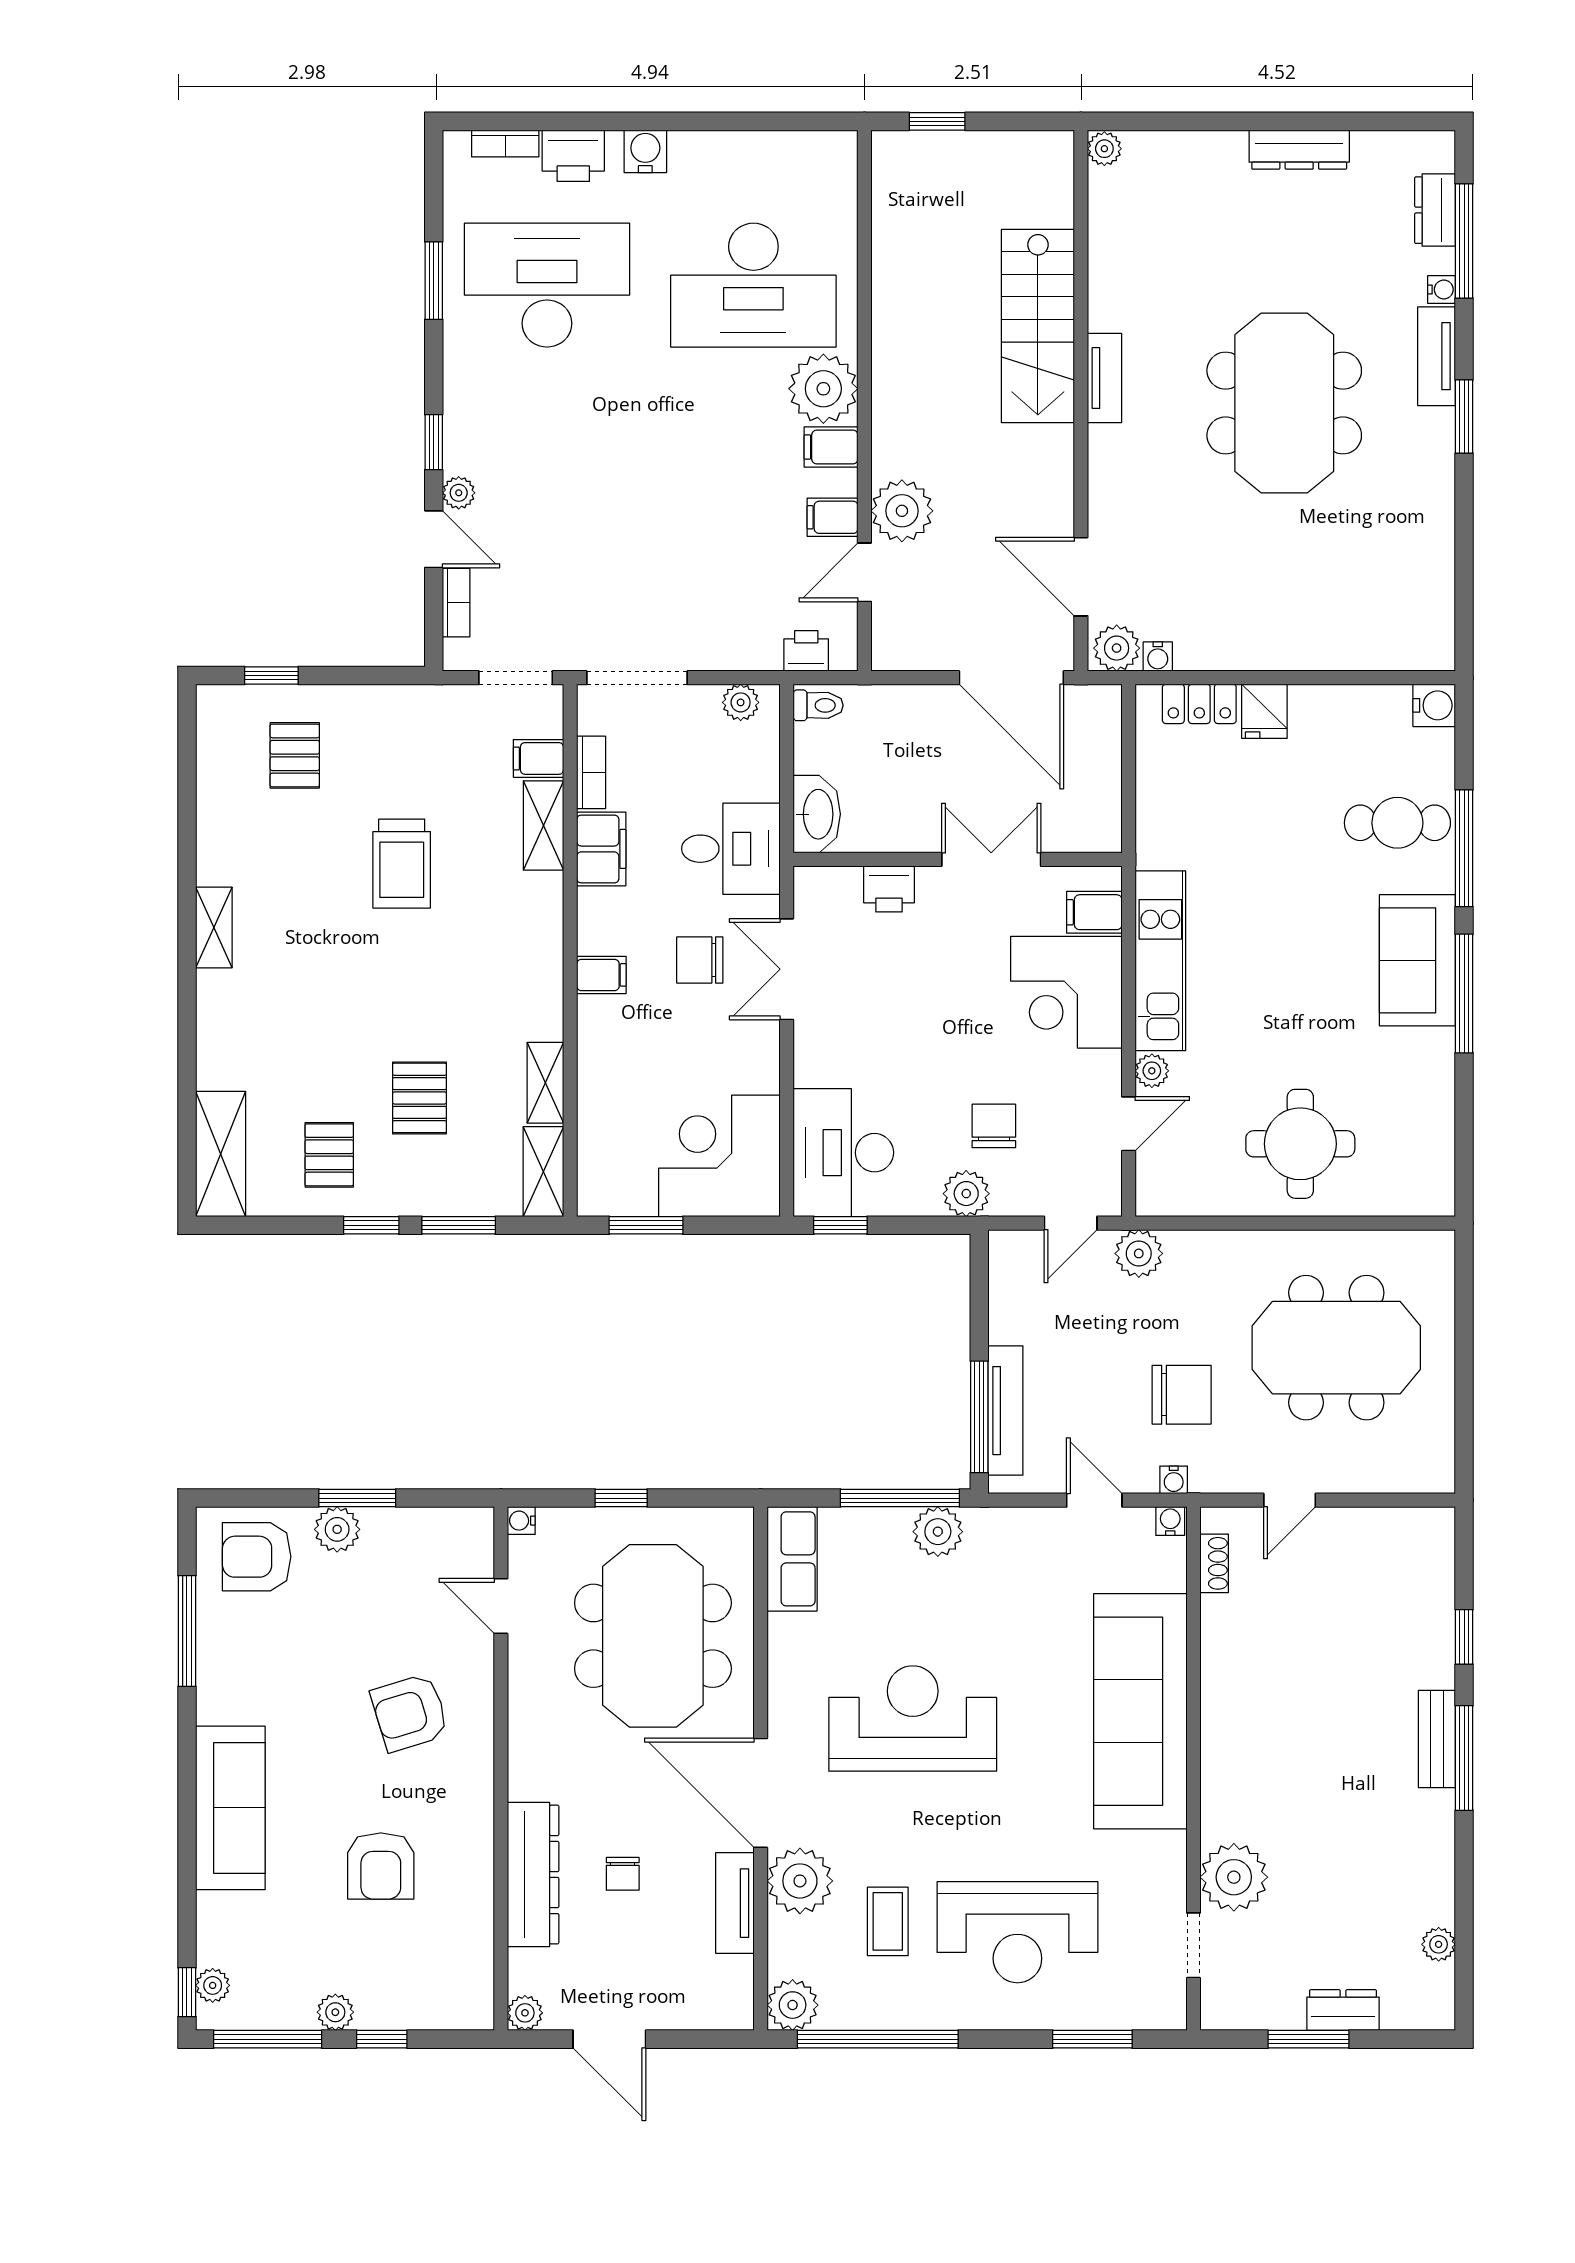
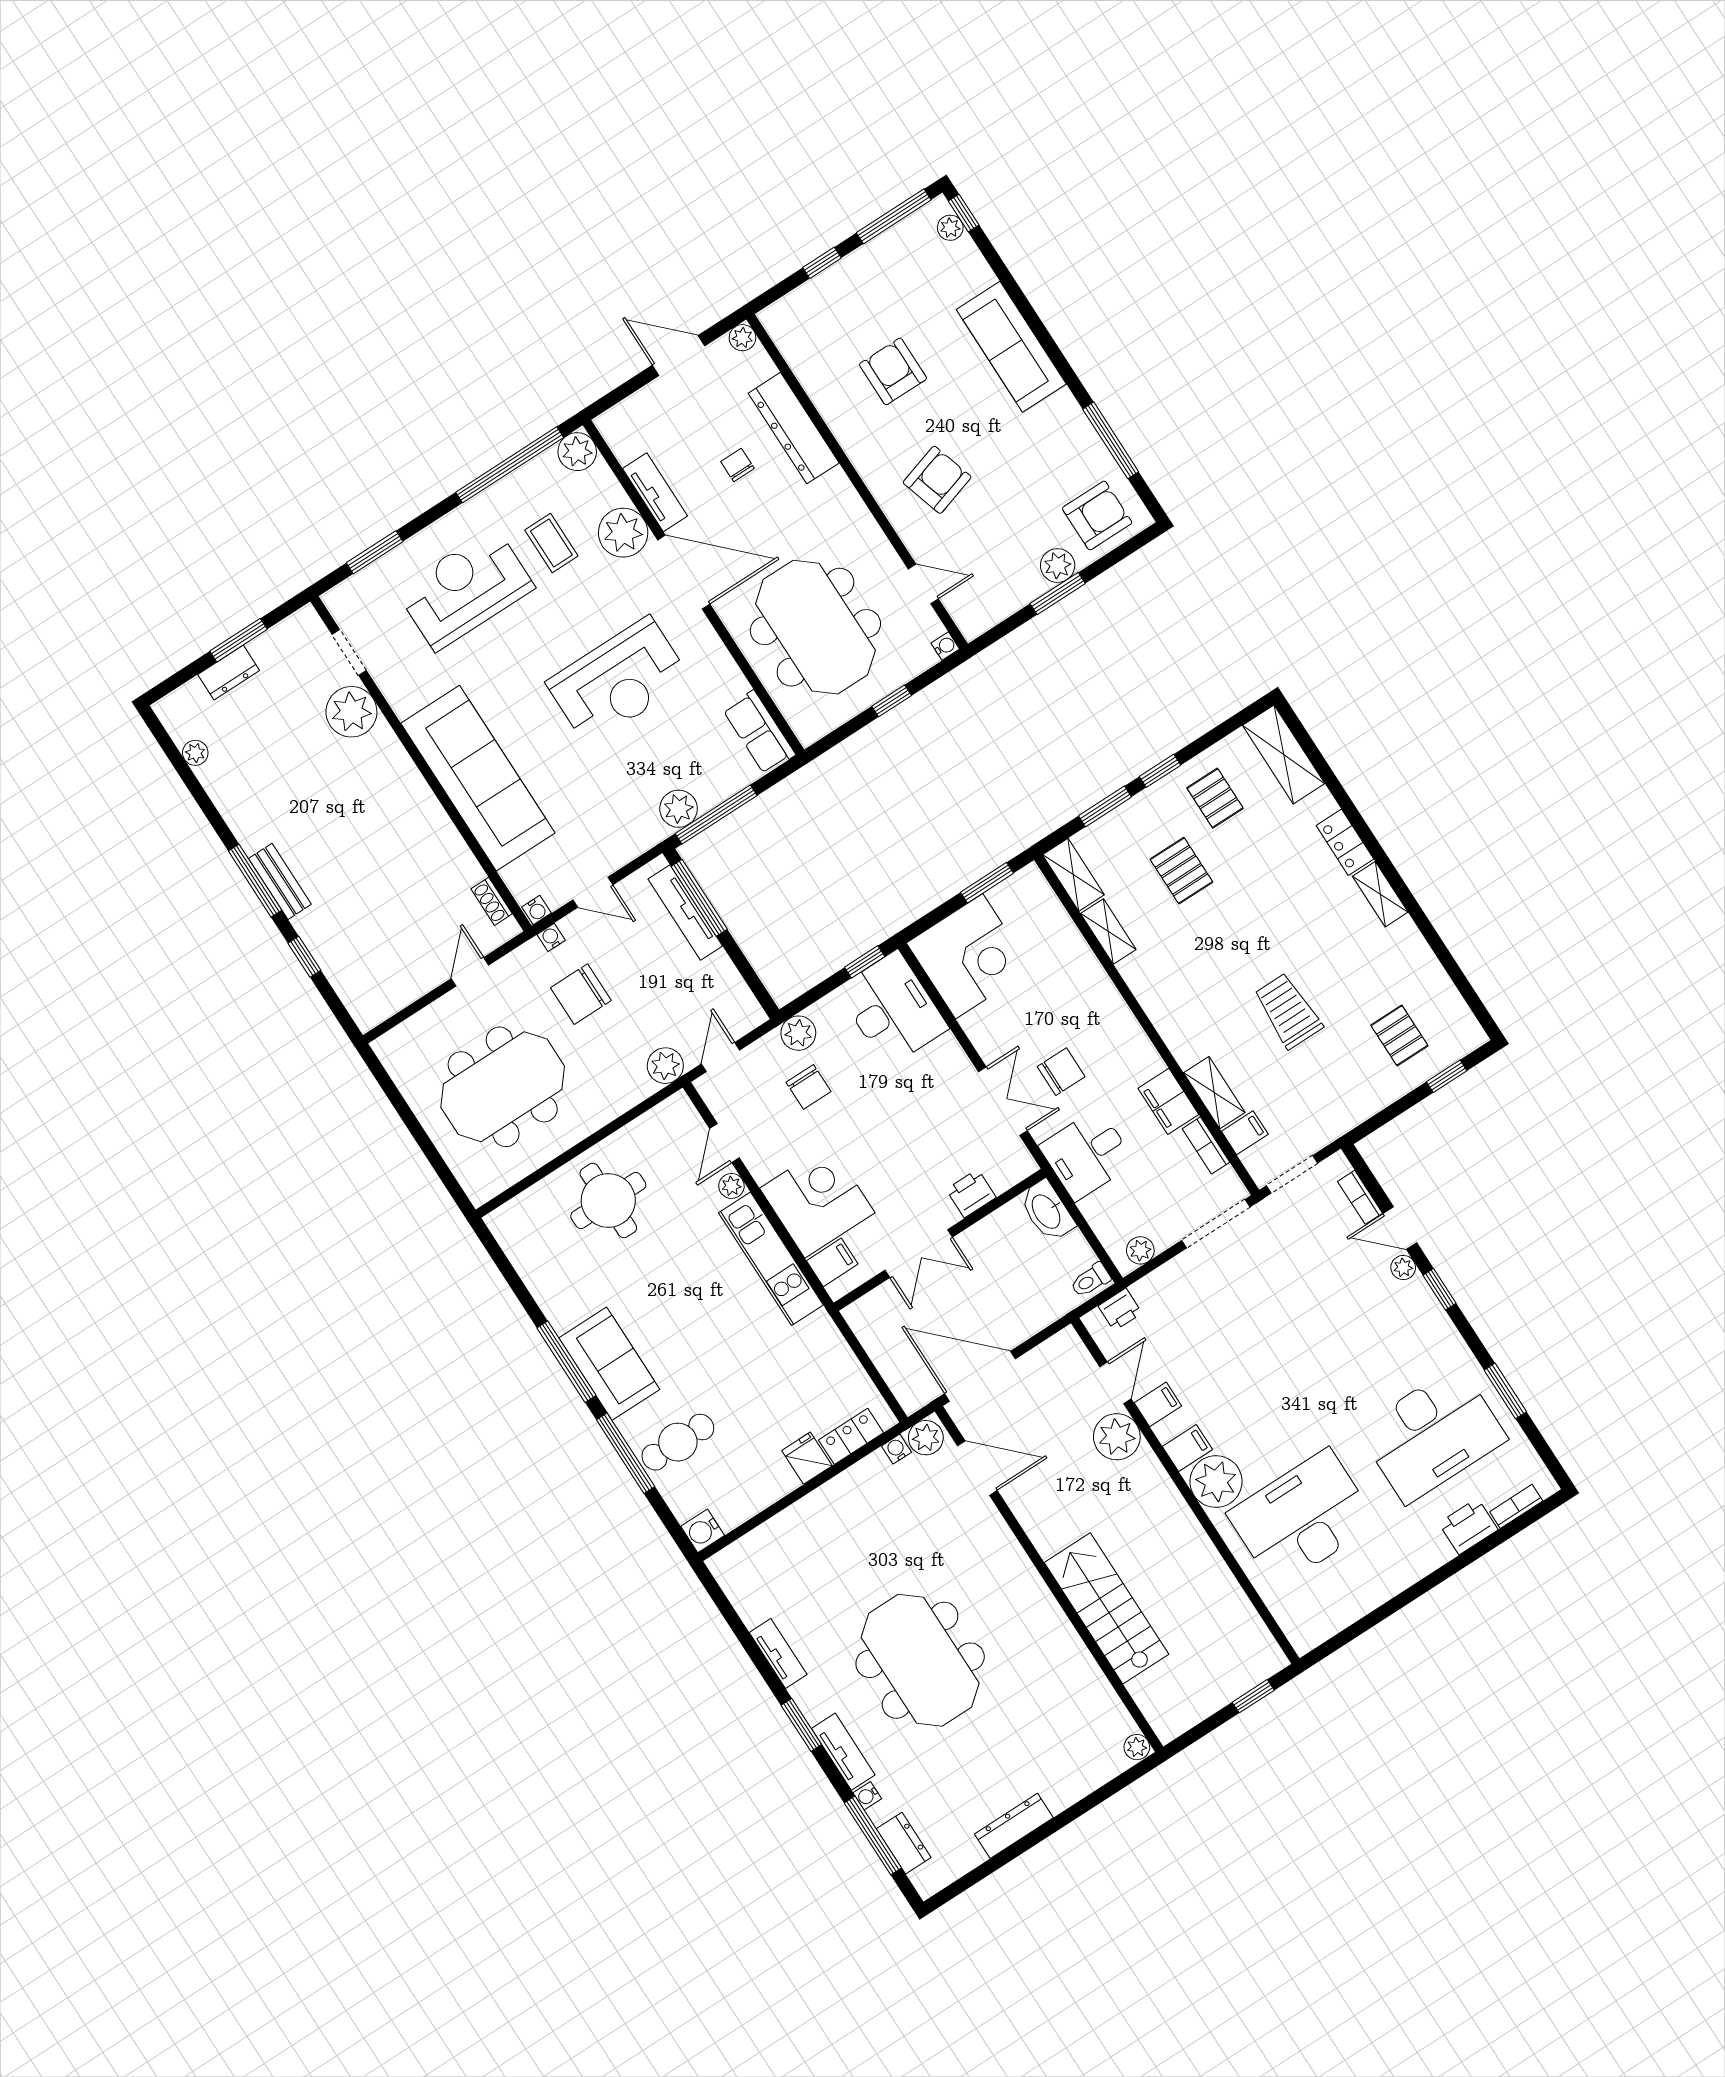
water cooler: (645, 151) -> (1425, 1558), removed
tv unit: (1104, 378) -> (778, 1654), moved, turned 180
filing cabinet: (601, 975) -> (1117, 1022), removed
locker: (216, 1011) -> (1345, 842), added
plant: (335, 2012) -> (862, 261), removed

